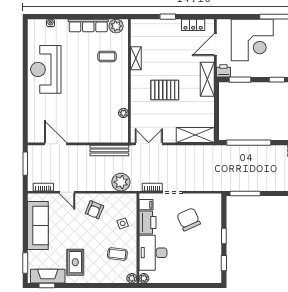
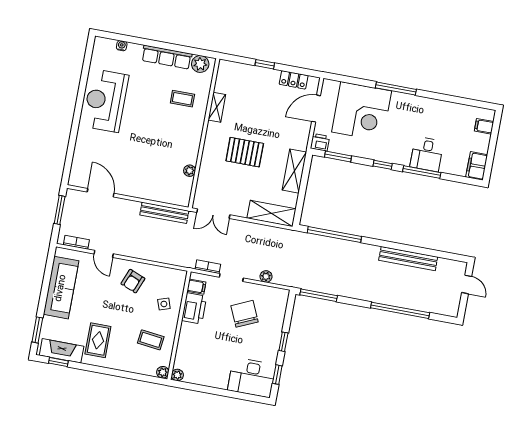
shelving: (207, 79) -> (294, 171), moved
double door: (149, 144) -> (213, 214), swing flipped
plant: (121, 182) -> (266, 276), moved, width x0.53, depth x0.53
desk: (153, 253) -> (252, 378), moved, turned -90

